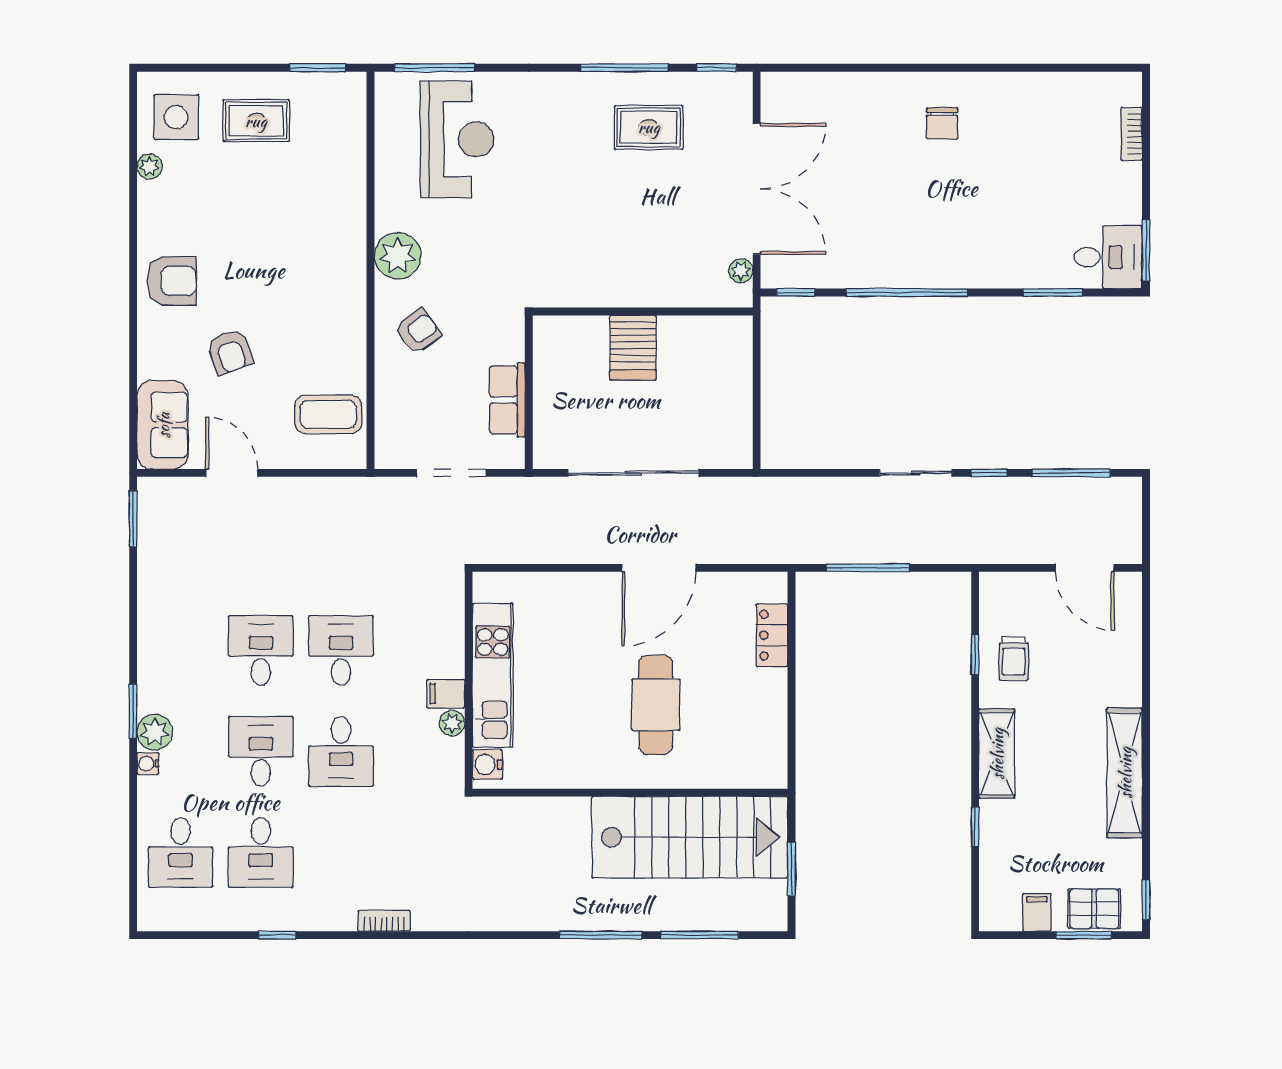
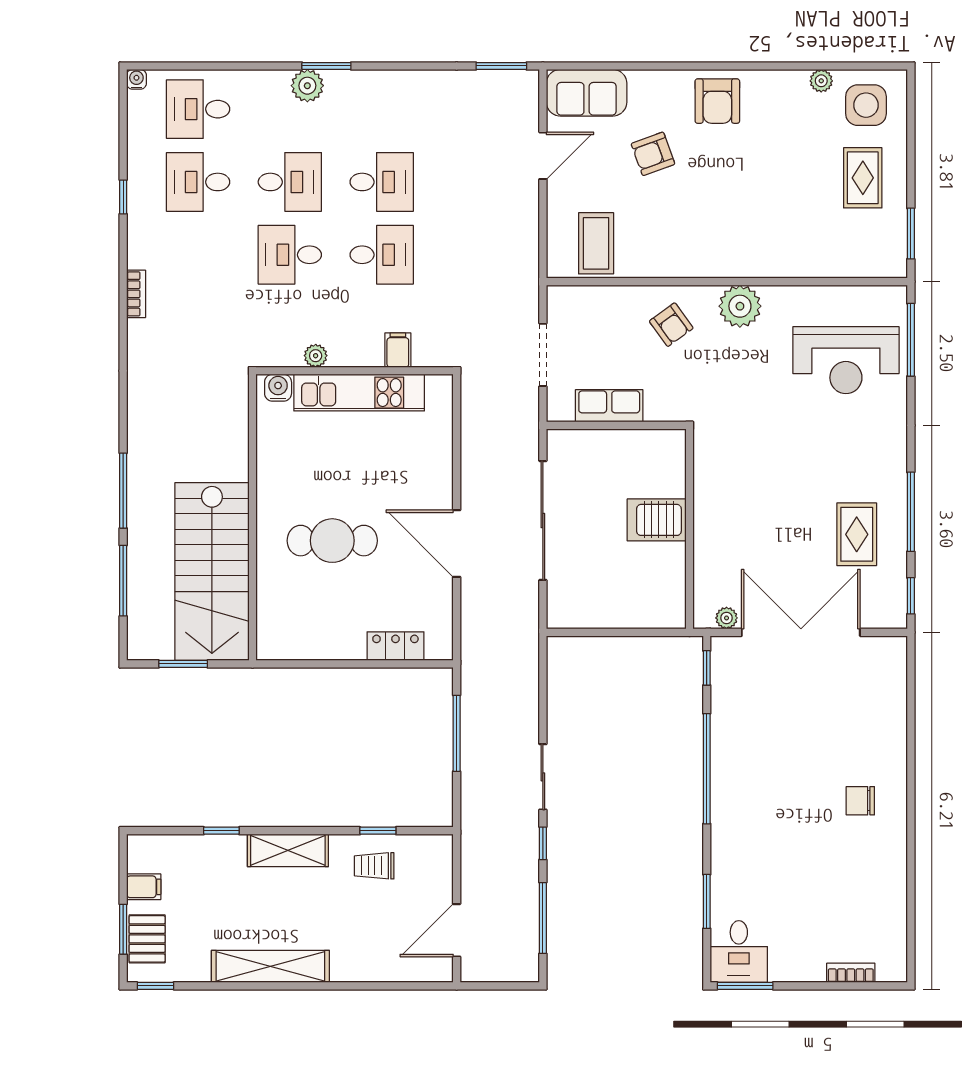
double door: (757, 189) -> (801, 632), swing flipped
filing cabinet: (446, 694) -> (398, 350), moved
water cooler: (148, 764) -> (136, 79), moved

